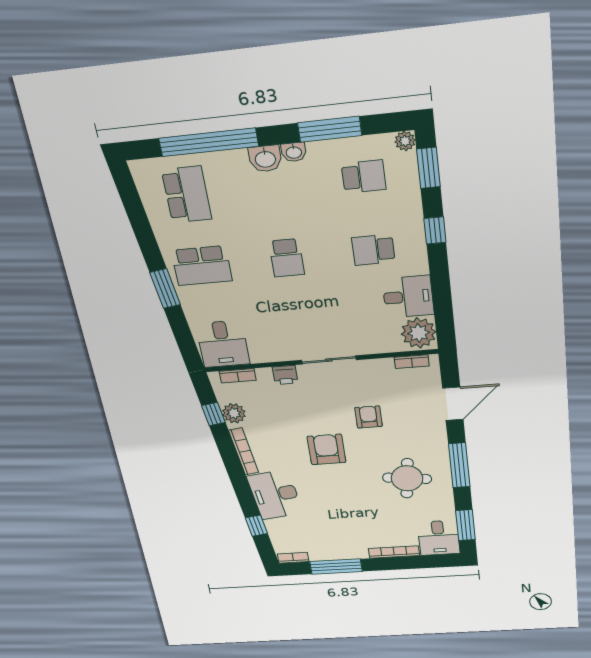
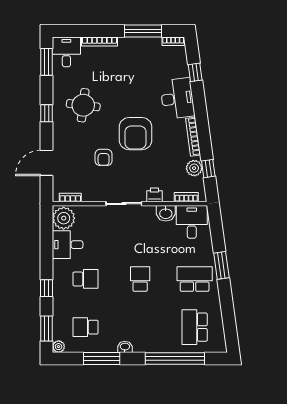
washbasin: (265, 159) -> (166, 213), moved, turned 180
armchair: (326, 449) -> (135, 134), width x1.36, depth x1.36
window: (459, 465) -> (47, 113), width x0.46

